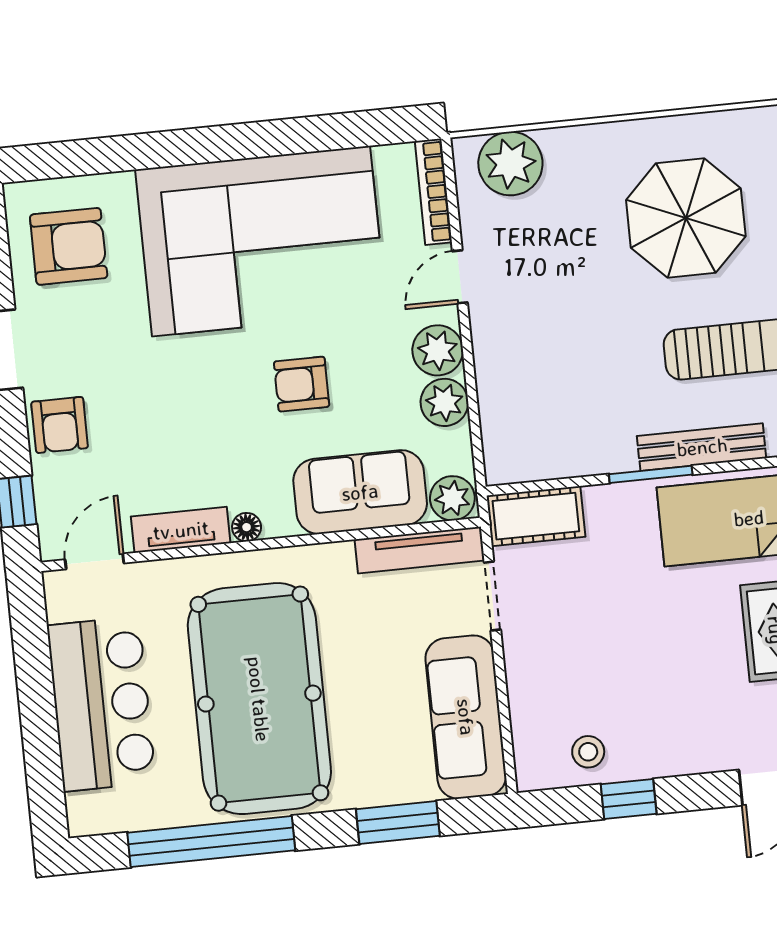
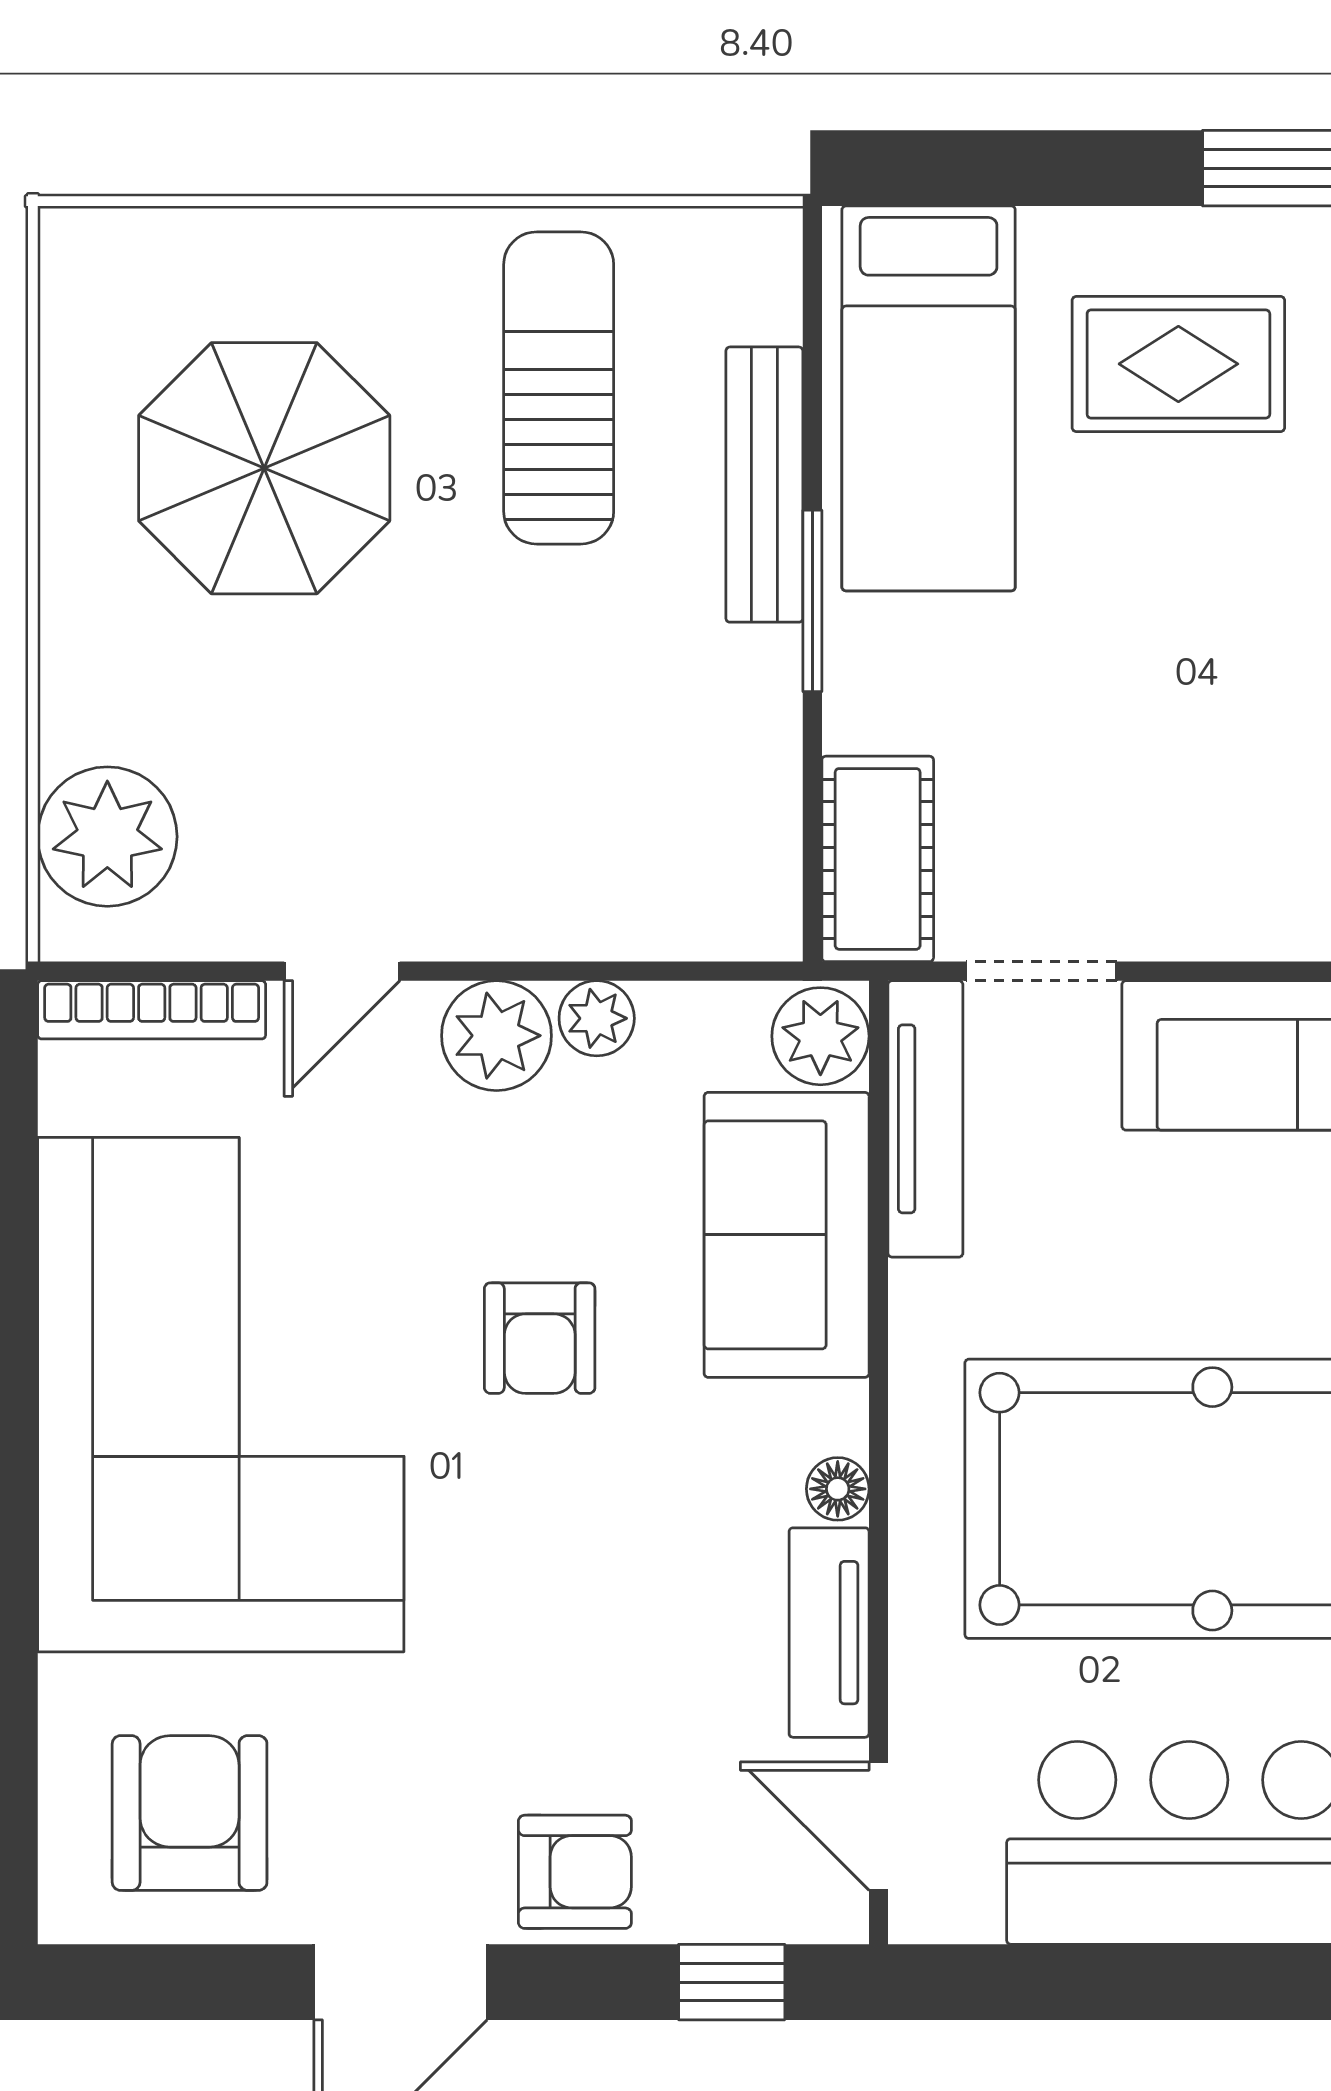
door: (460, 277) -> (342, 971), hinge flipped
plant: (444, 402) -> (597, 1018), width x0.73, depth x0.73

